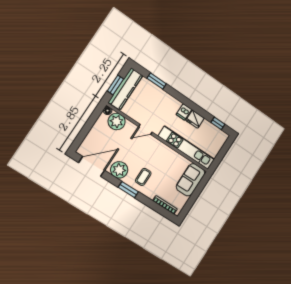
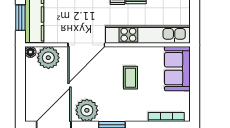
door: (145, 129) -> (86, 45), width x1.88
coffee table: (143, 177) -> (130, 78), moved

